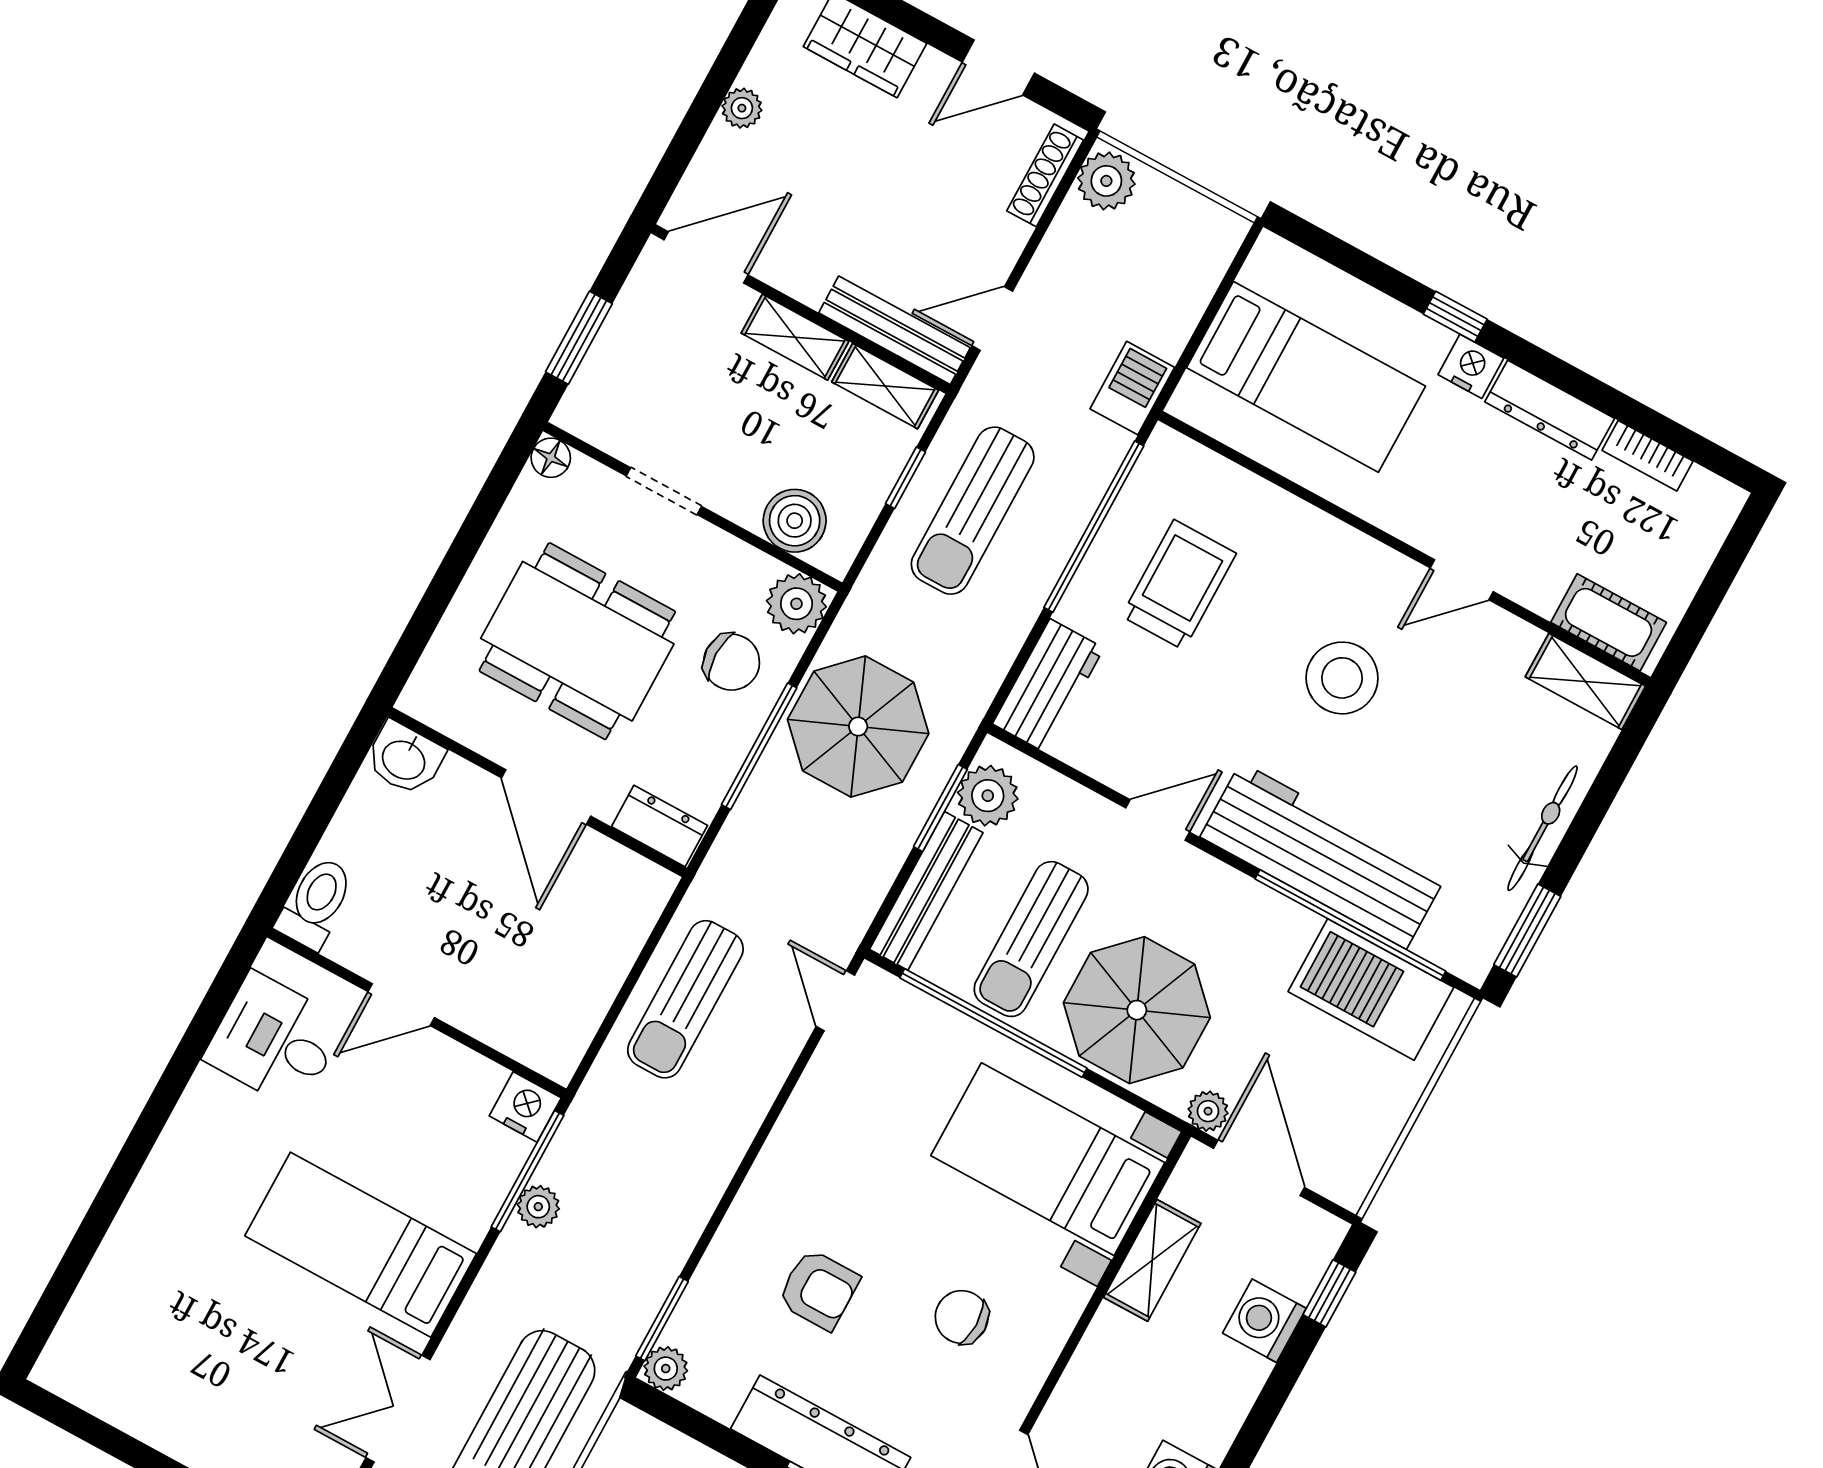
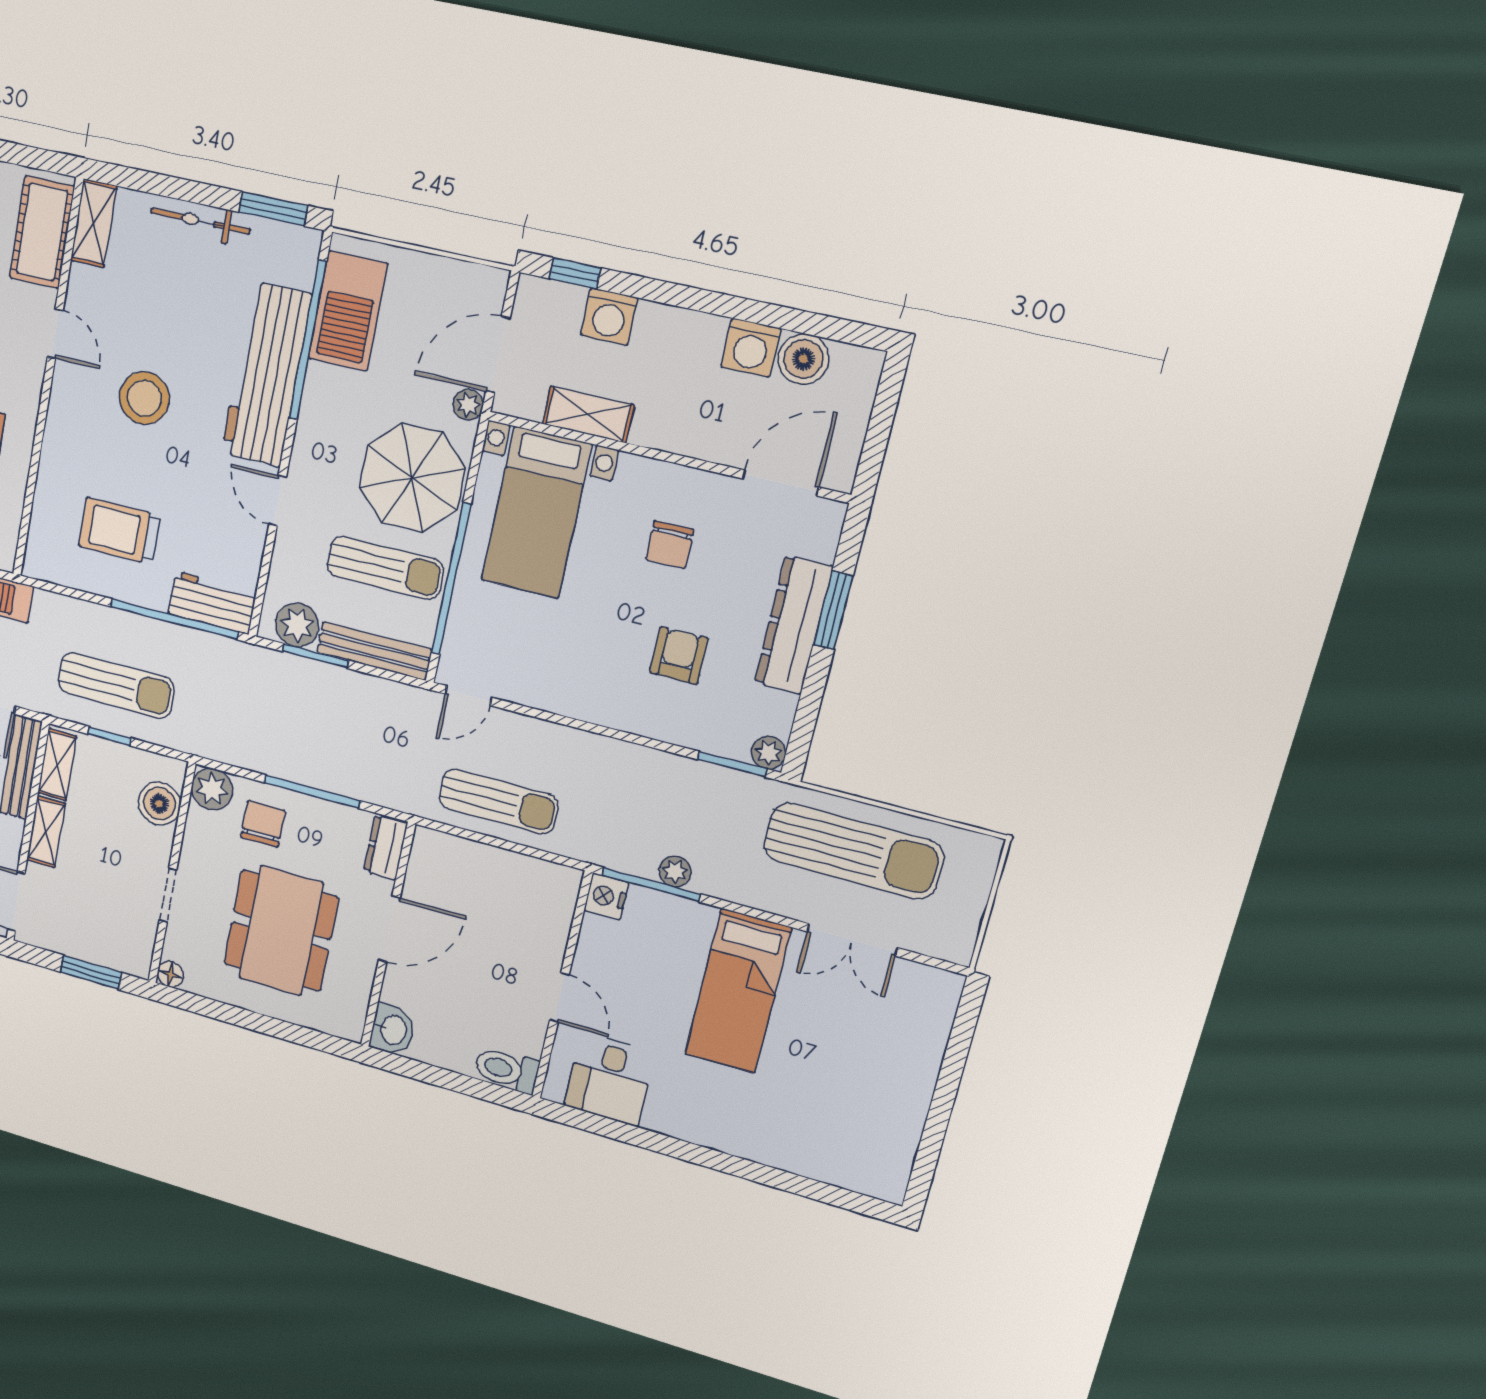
window: (1094, 527) -> (174, 619), moved
cot: (1609, 622) -> (42, 232), width x1.37, depth x1.34
parasol: (858, 727) -> (279, 727), removed

